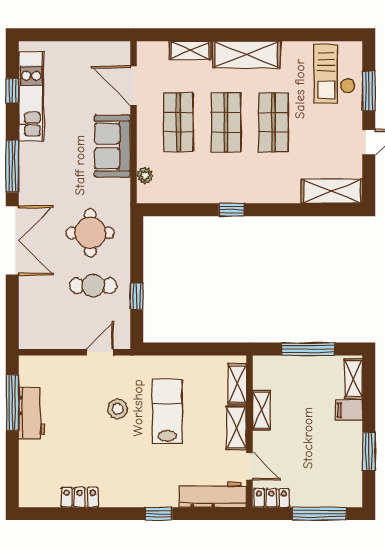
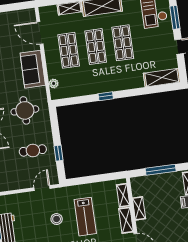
round table: (90, 233) -> (25, 110), moved
lab bench: (167, 411) -> (85, 217), turned 180

